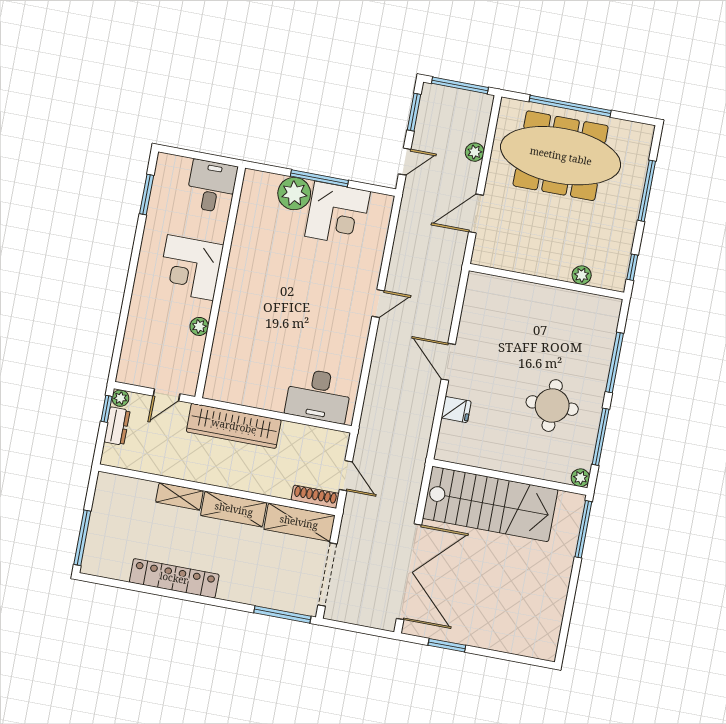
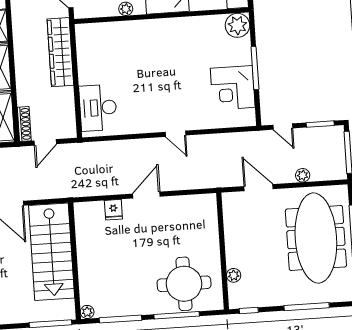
plant: (294, 194) -> (237, 25), moved
round table: (552, 406) -> (184, 284), moved, width x1.36, depth x1.36

